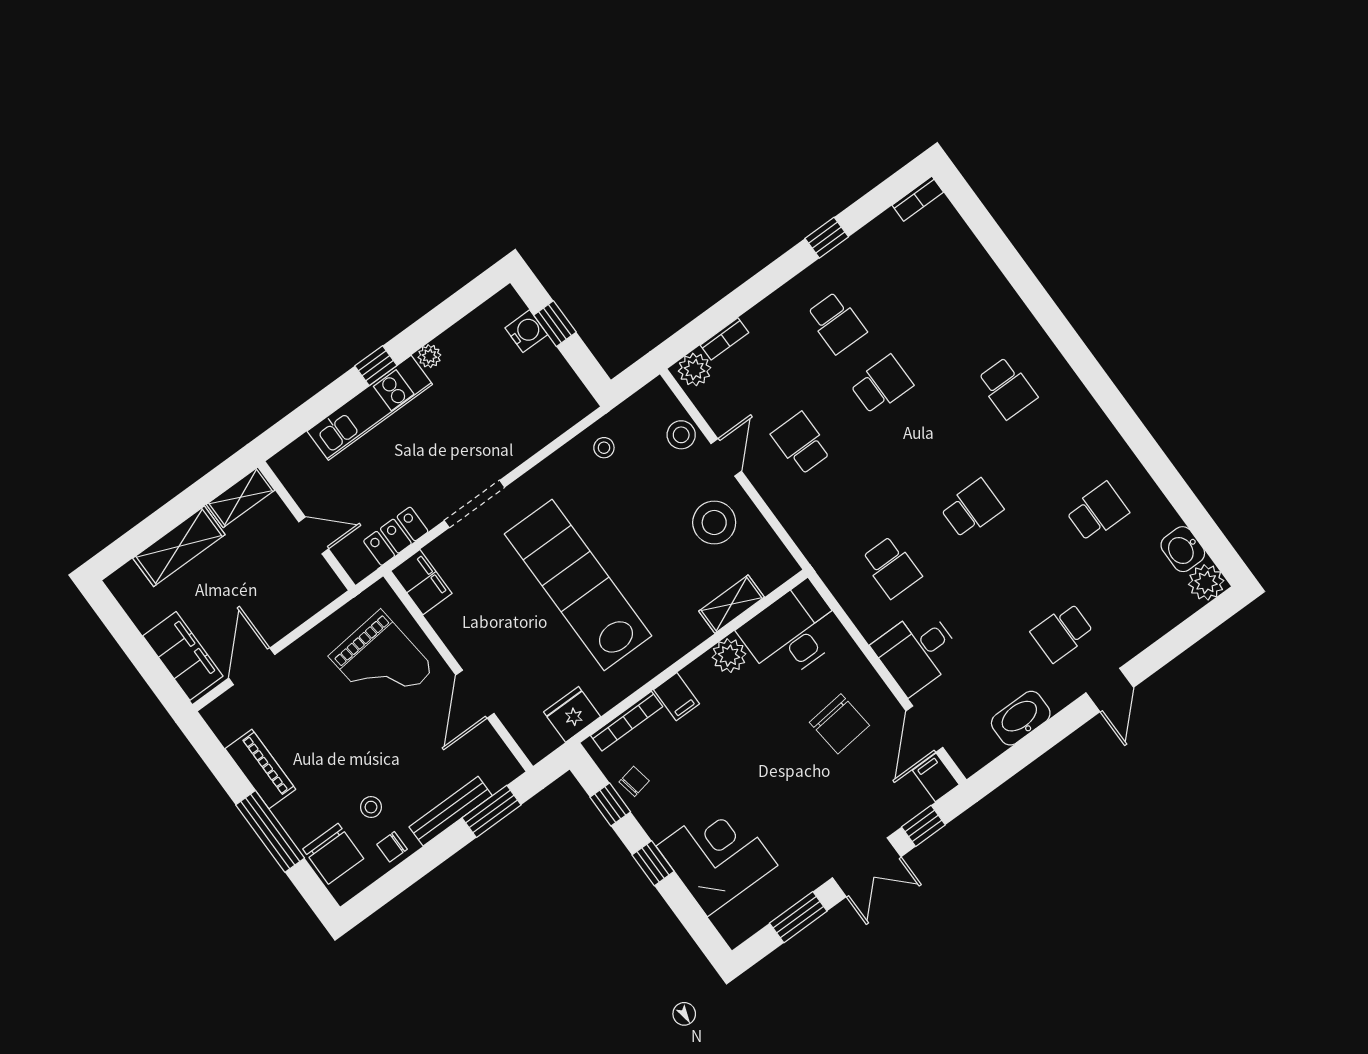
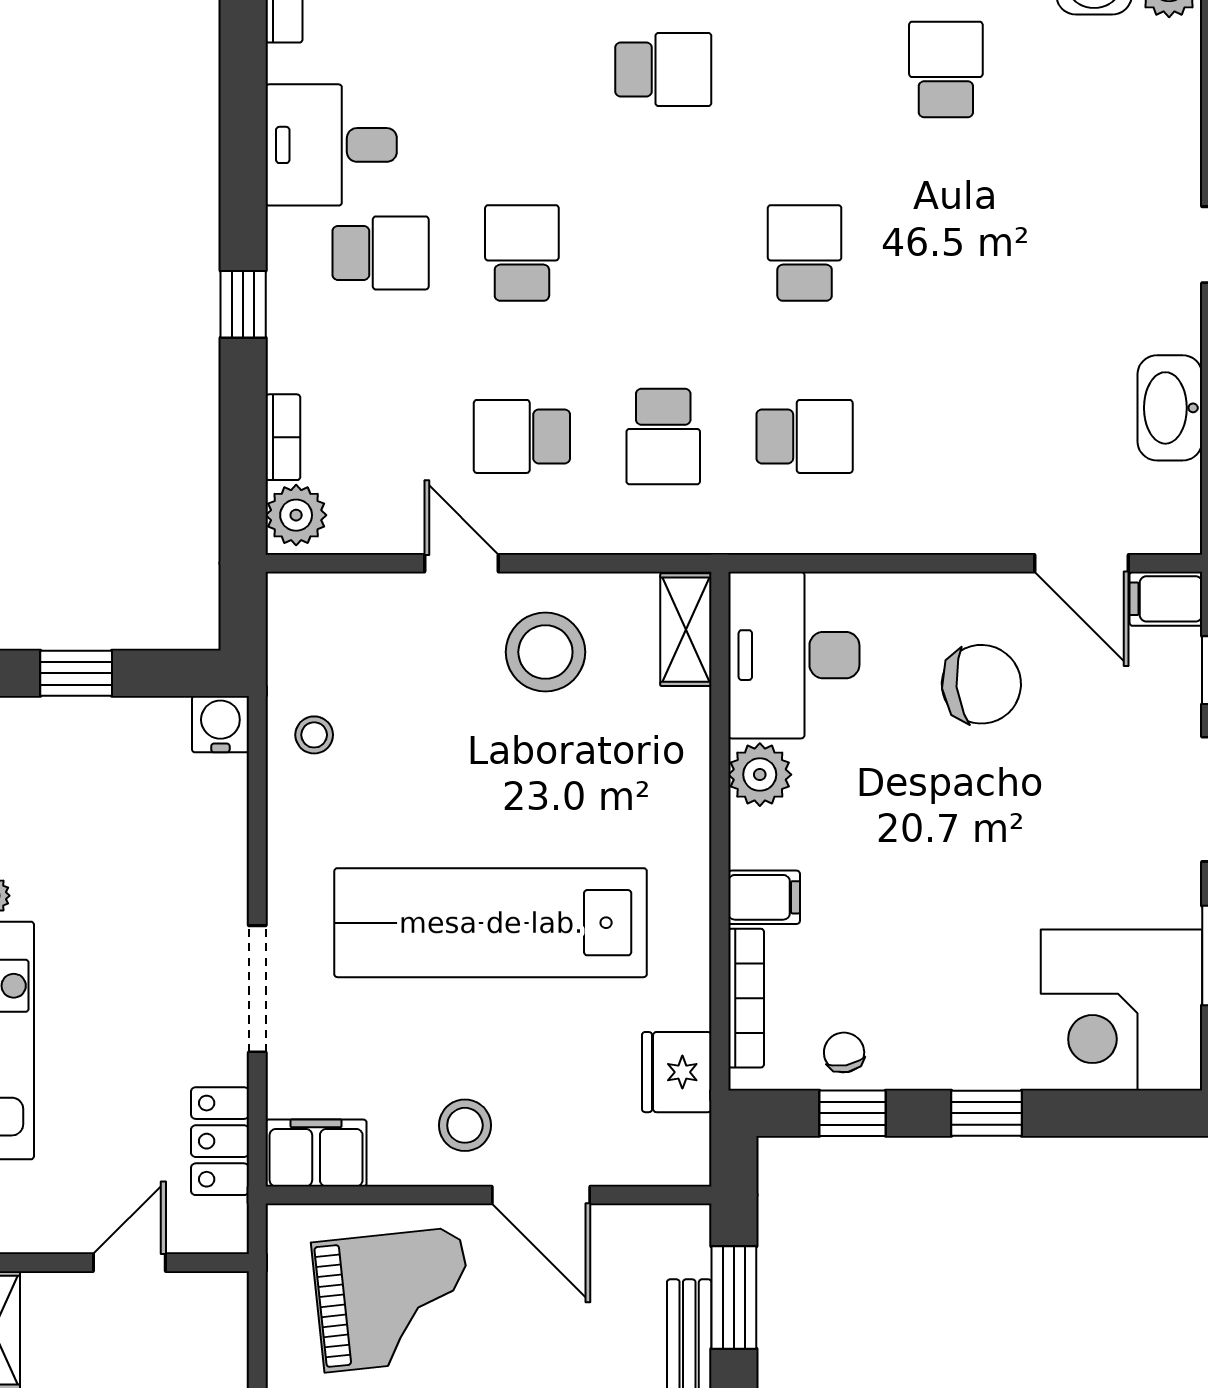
window: (827, 238) -> (243, 304), moved
water cooler: (526, 331) -> (220, 724), moved
stool: (681, 435) -> (465, 1125), moved
shelving: (732, 604) -> (686, 630), moved
school desk: (1062, 632) -> (663, 436), moved
desk: (917, 651) -> (331, 145), moved, turned 90
corner desk: (717, 856) -> (1121, 1010), moved, turned -90

